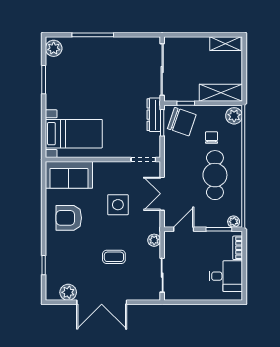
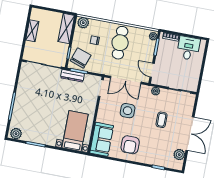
shelving: (225, 44) -> (32, 31), moved
cafe table: (215, 175) -> (120, 43), turned 90
double door: (162, 194) -> (126, 80), width x1.37

